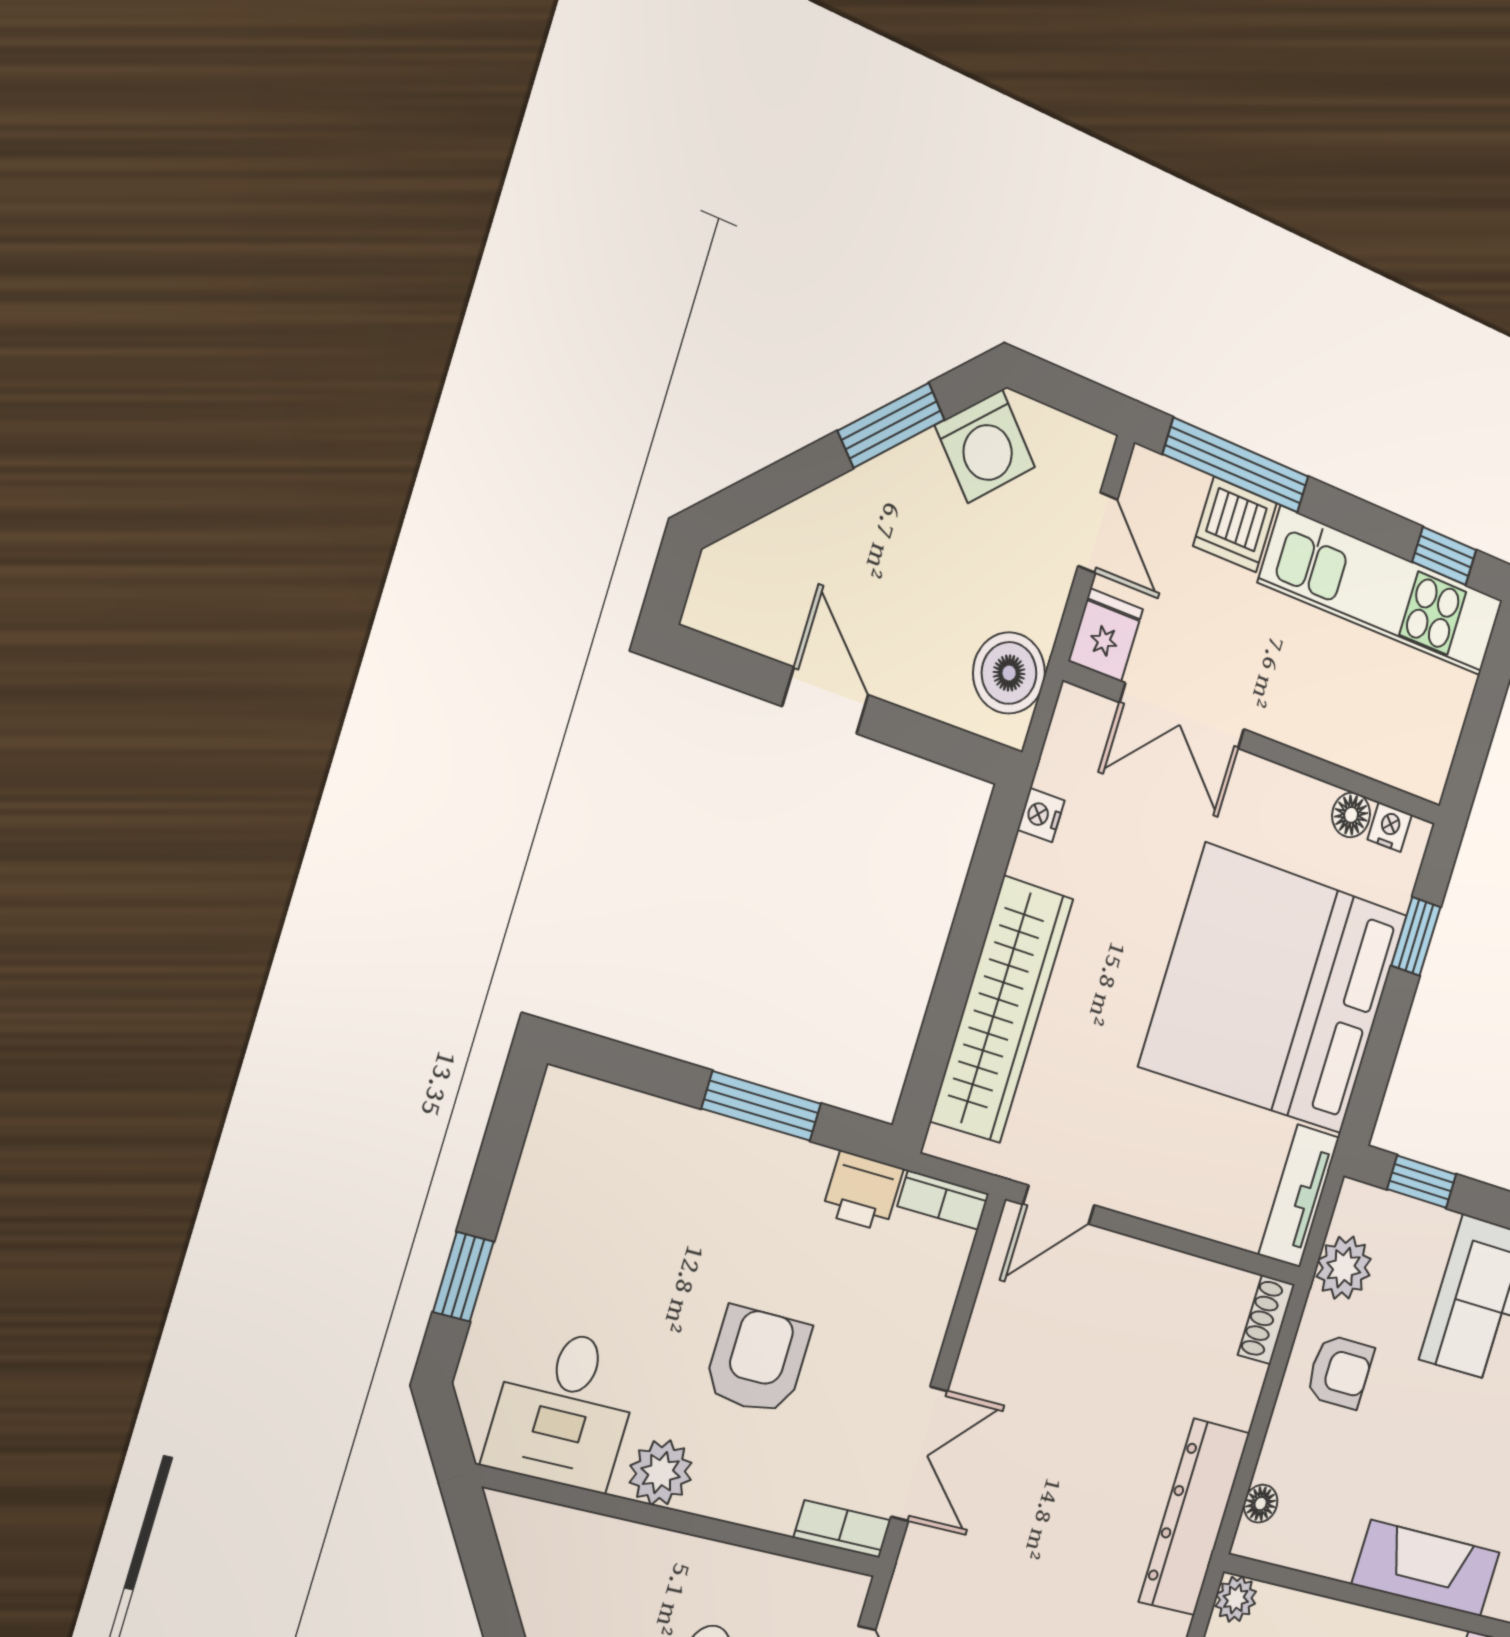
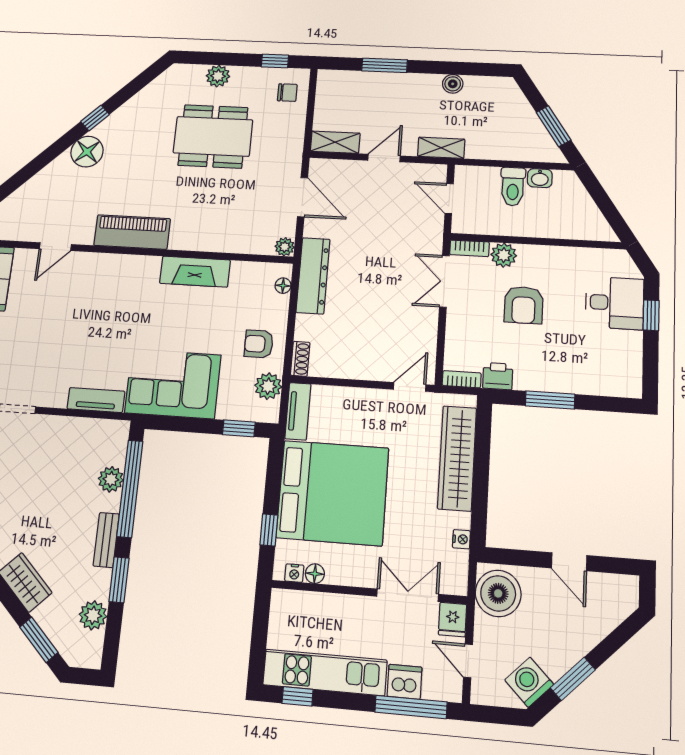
boiler: (1009, 673) -> (498, 593), width x1.37, depth x1.37
desk: (564, 1409) -> (615, 303), moved, turned 90
plant: (661, 1473) -> (504, 255), moved

